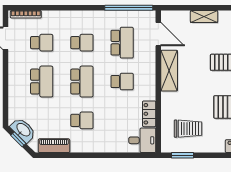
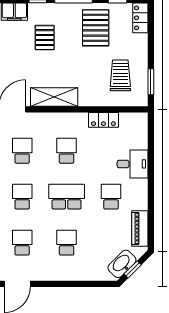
school desk: (122, 43) -> (22, 151), width x0.54
school desk: (42, 82) -> (67, 243), width x0.54
desk: (142, 140) -> (133, 164), moved, turned 90

